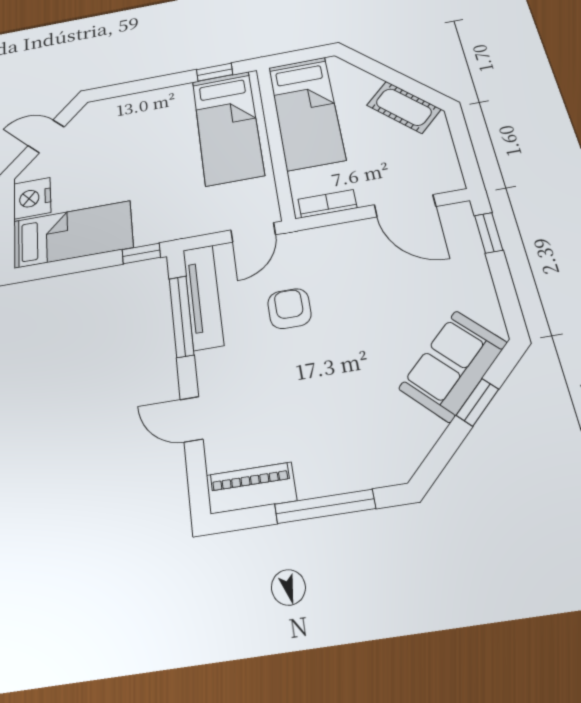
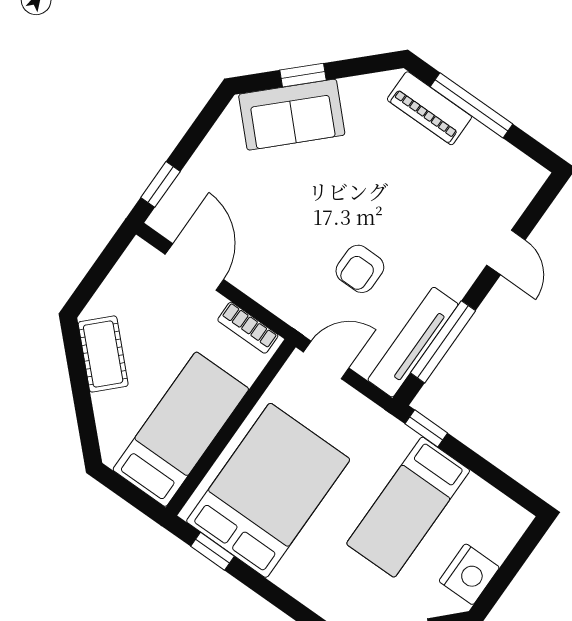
bed: (228, 127) -> (268, 490), width x1.50
bed: (73, 234) -> (408, 507), moved, turned -90
piano: (251, 488) -> (429, 108), moved

